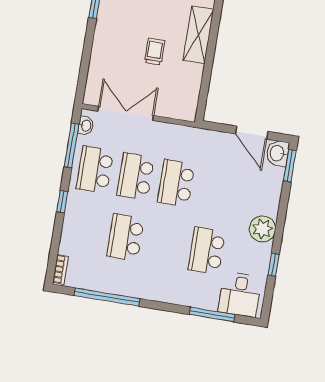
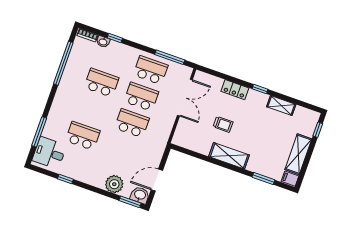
locker: (102, 43) -> (235, 90), added
washbasin: (86, 126) -> (103, 42), moved
window: (62, 202) -> (115, 38), moved
plant: (262, 229) -> (114, 184), moved

